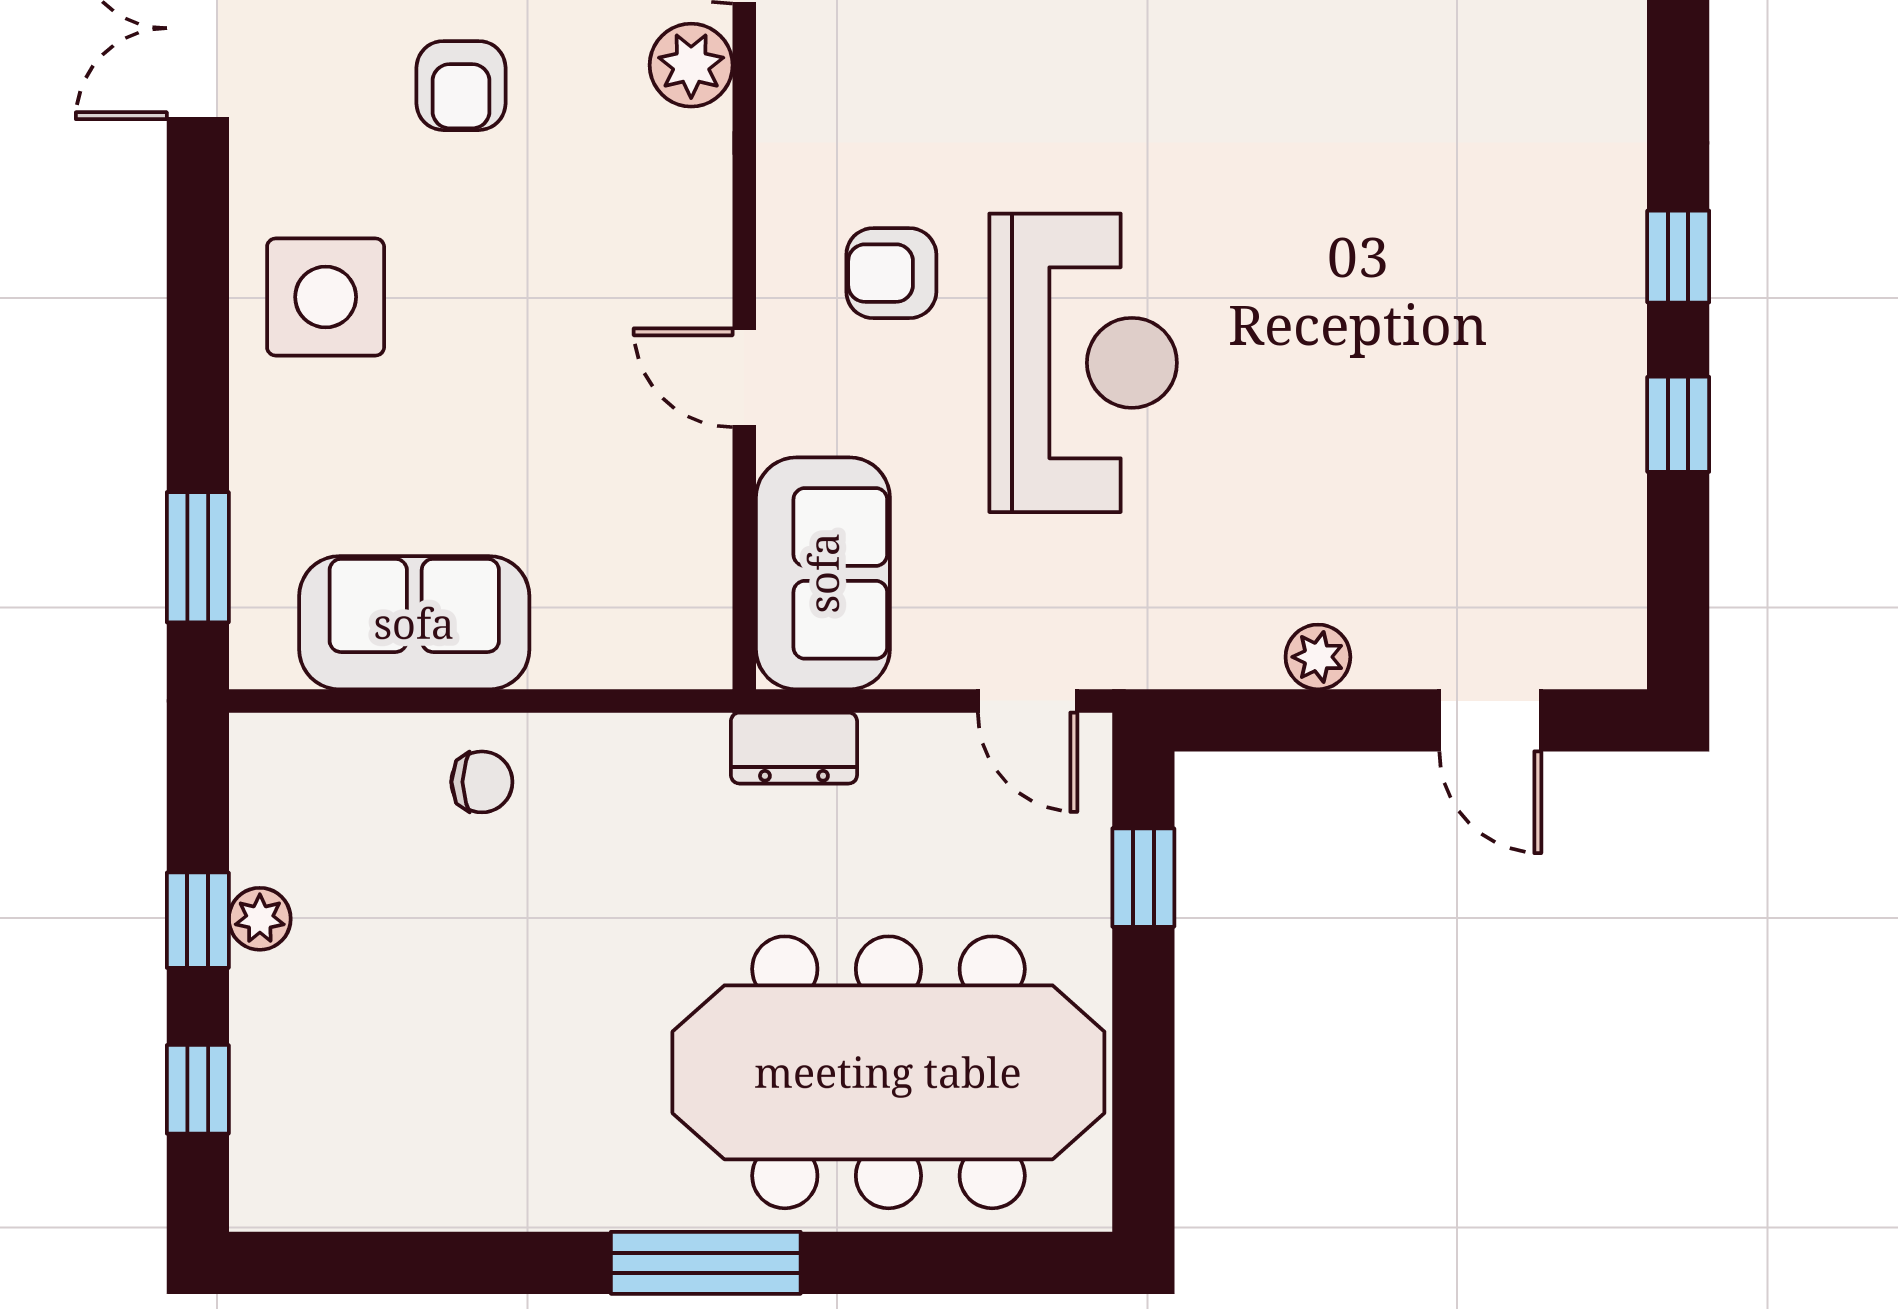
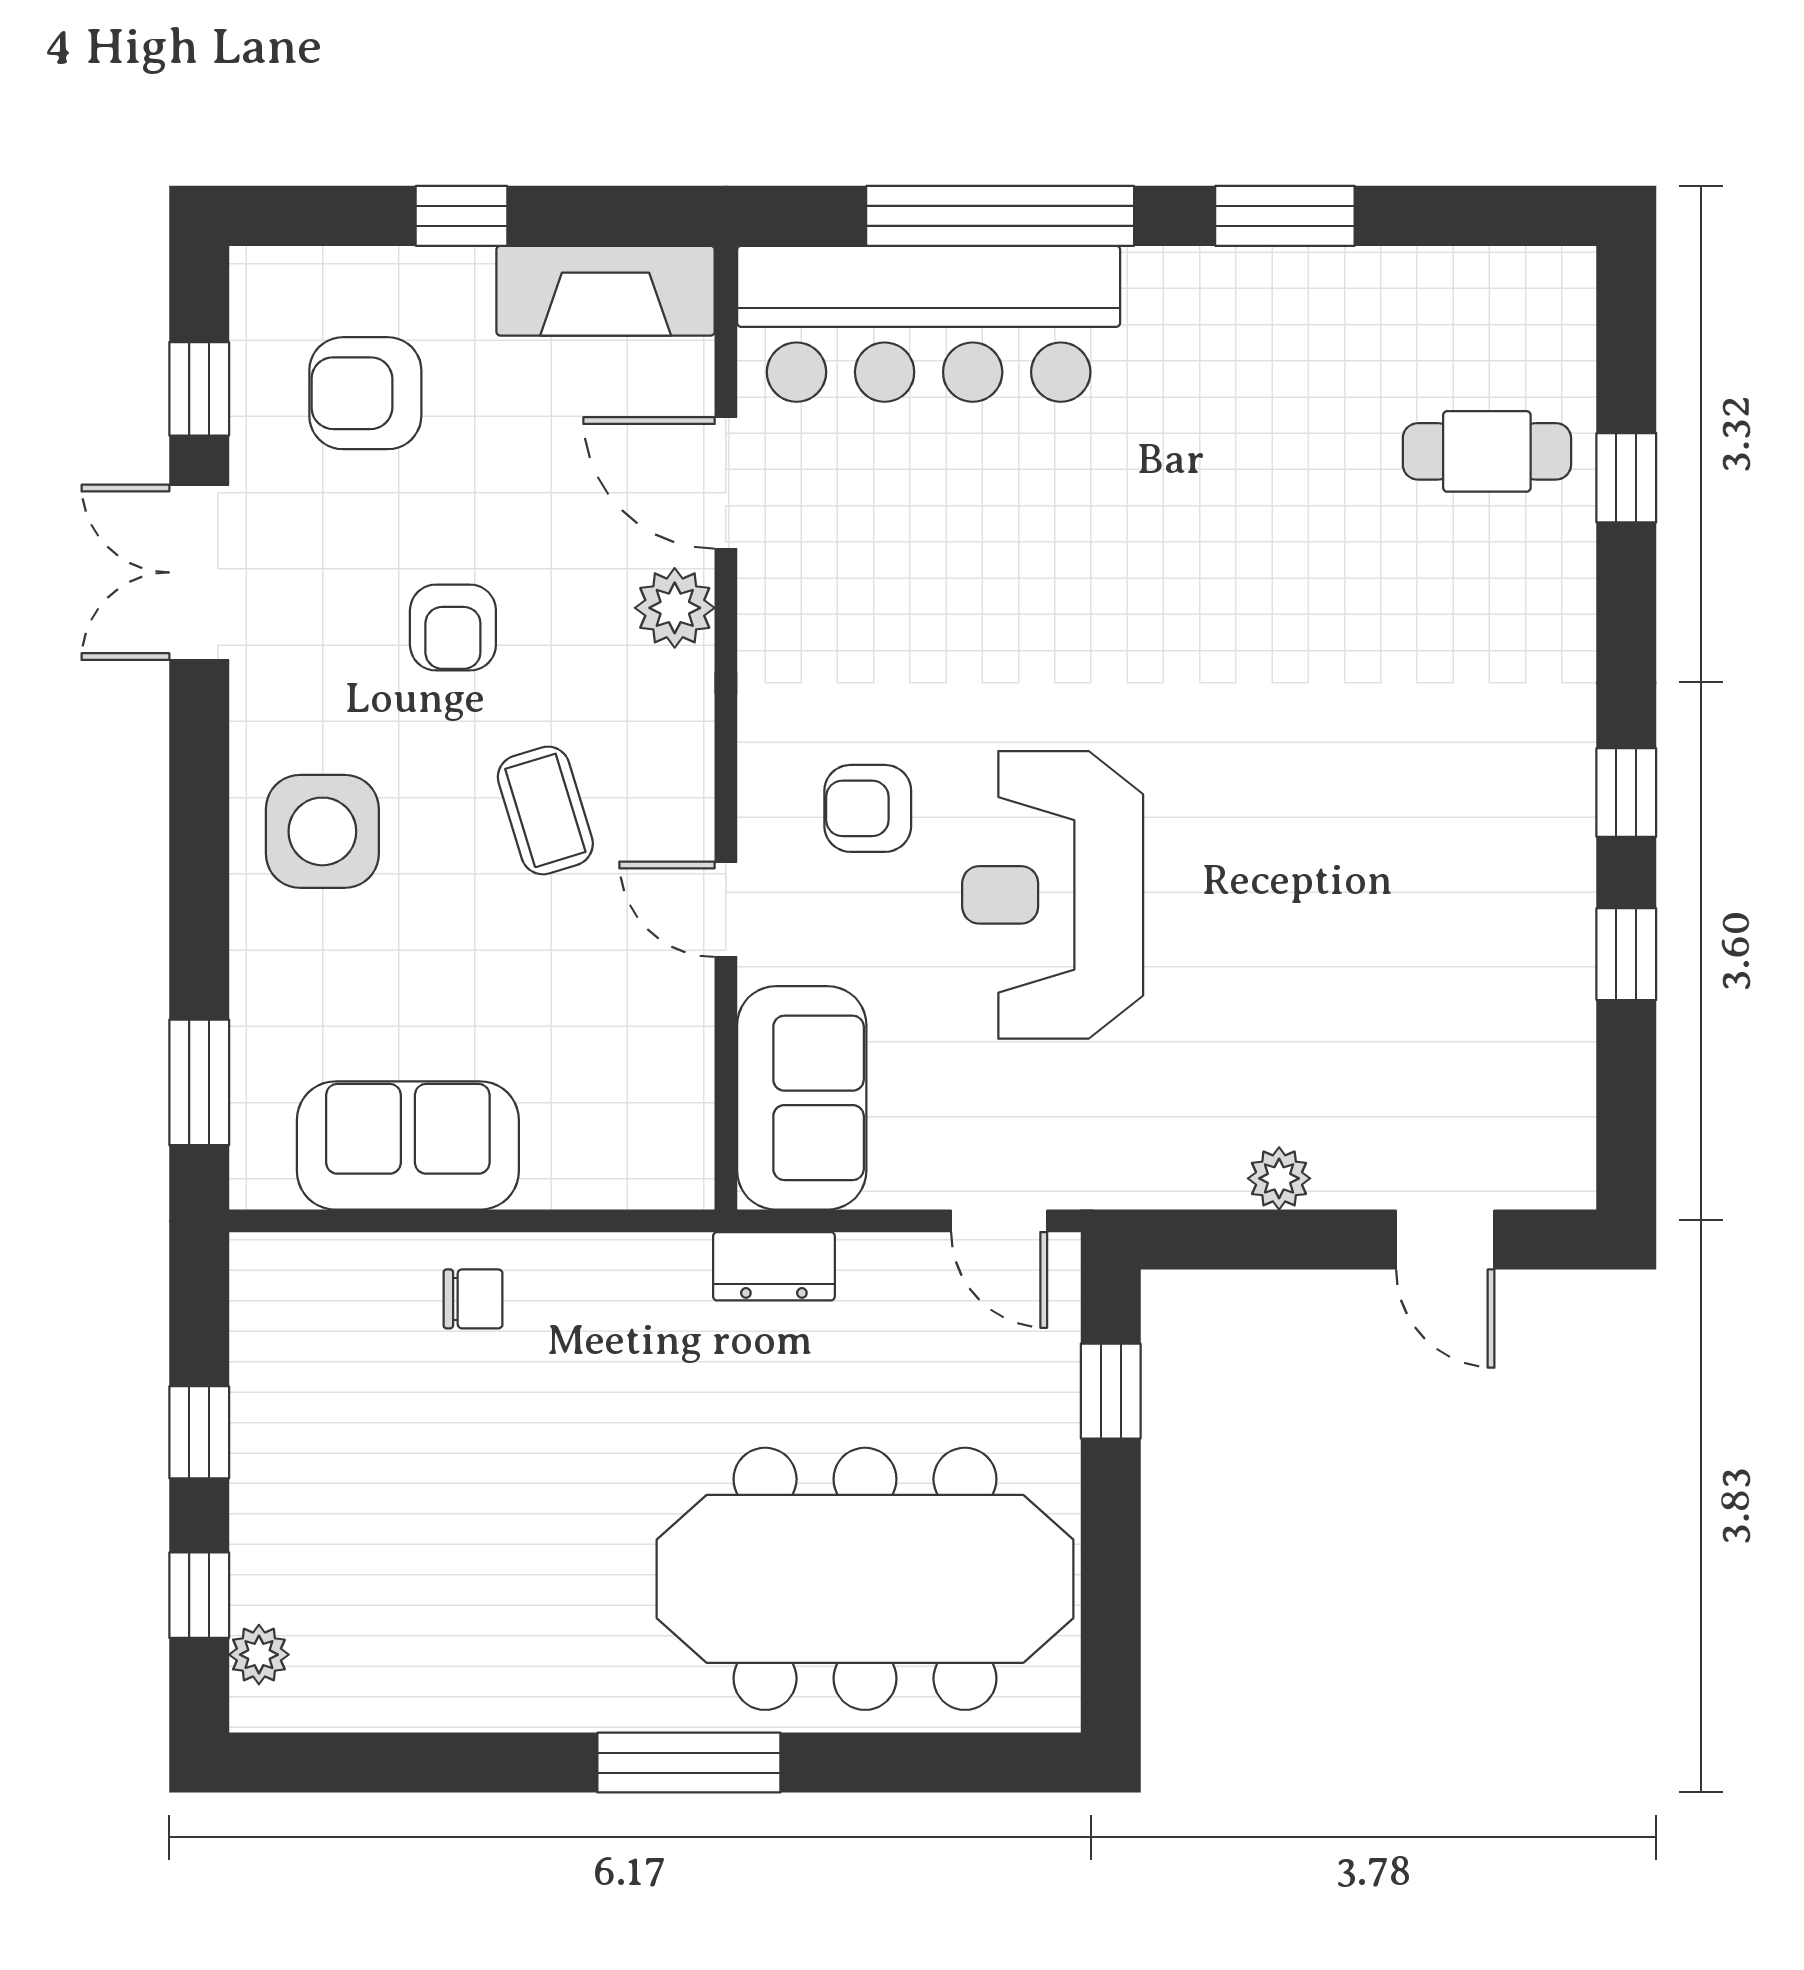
coffee table: (557, 275) -> (545, 810), added
reception desk: (1083, 363) -> (1053, 895), turned 180
plant: (260, 919) -> (259, 1655), moved

